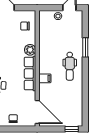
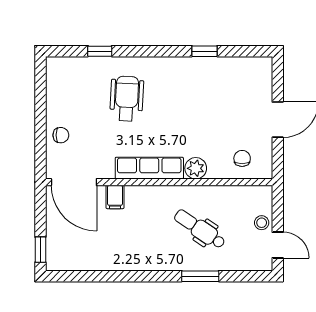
dental chair: (70, 66) -> (200, 229), moved, turned 34
filing cabinet: (45, 78) -> (115, 197), moved
door: (37, 112) -> (74, 182), hinge flipped

